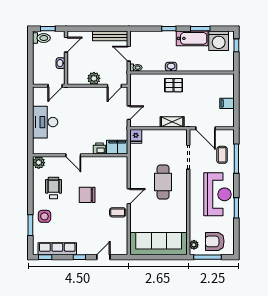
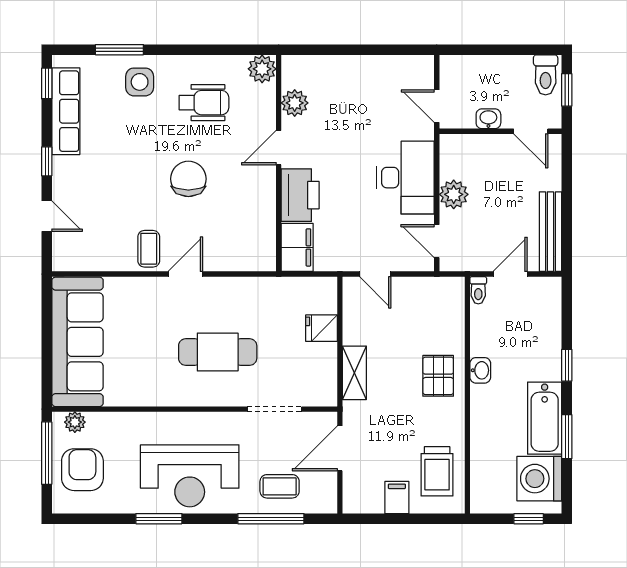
trolley: (215, 86) -> (437, 471), added
desk: (45, 122) -> (406, 178), moved, turned 90
fridge: (136, 136) -> (322, 328), moved
plant: (54, 148) -> (295, 103), added
printer: (100, 149) -> (300, 195), width x1.87, depth x1.48
door: (129, 196) -> (185, 274), swing flipped

